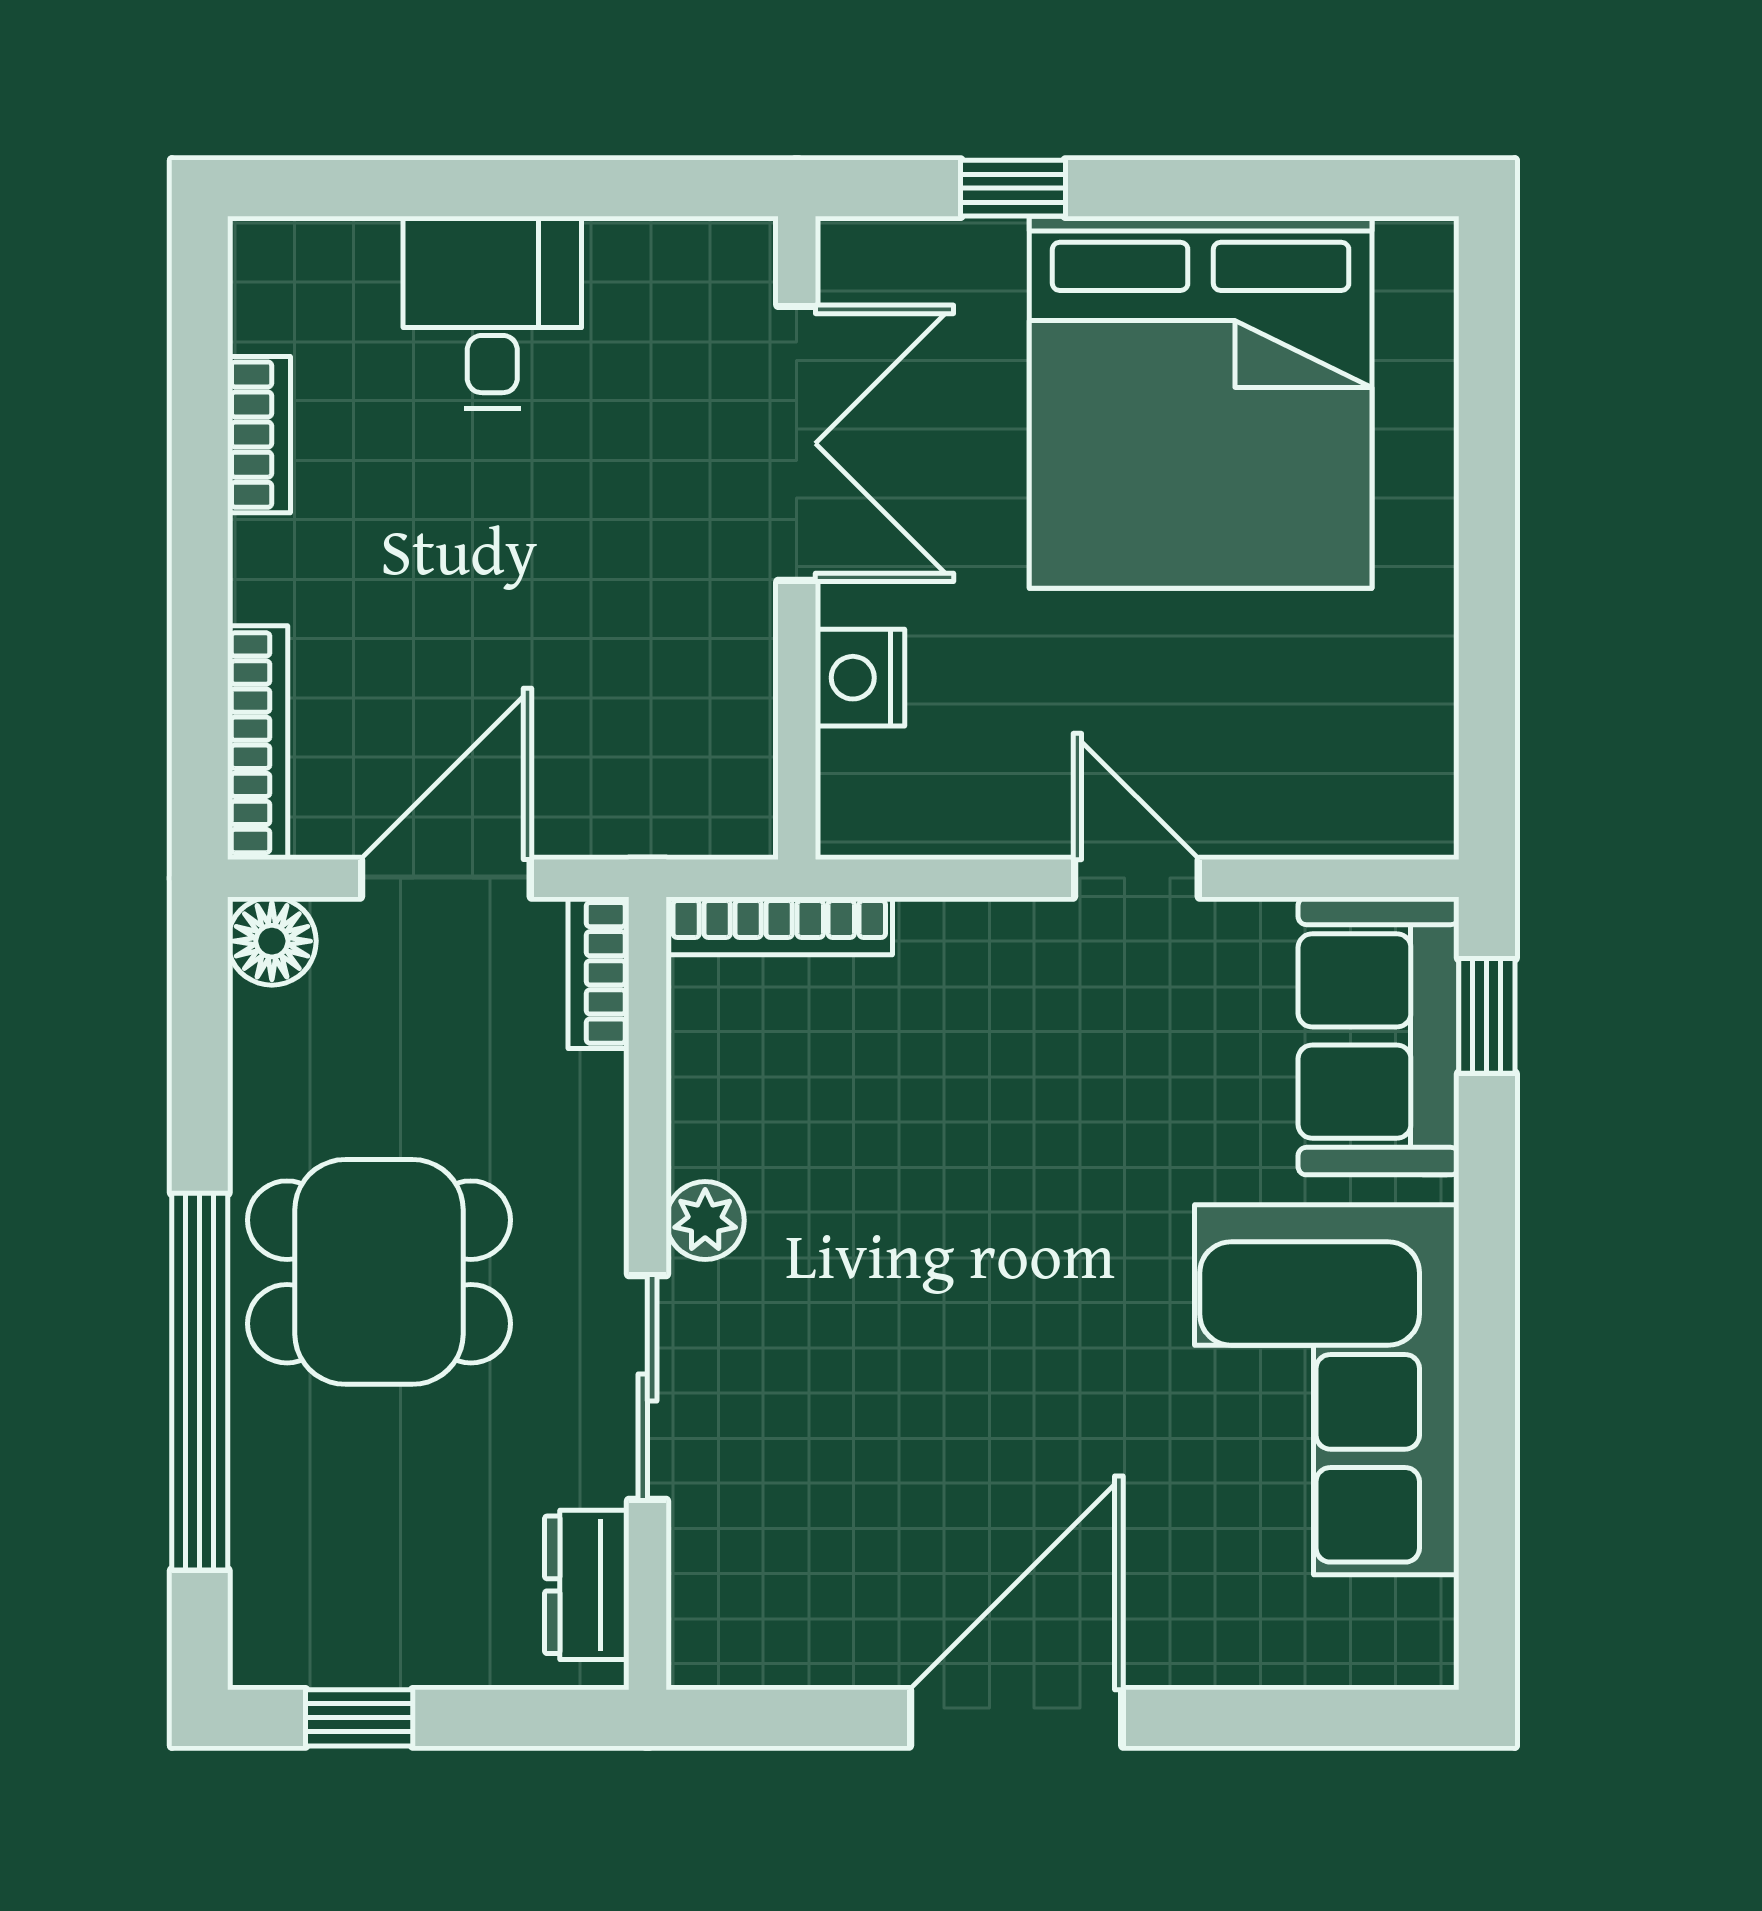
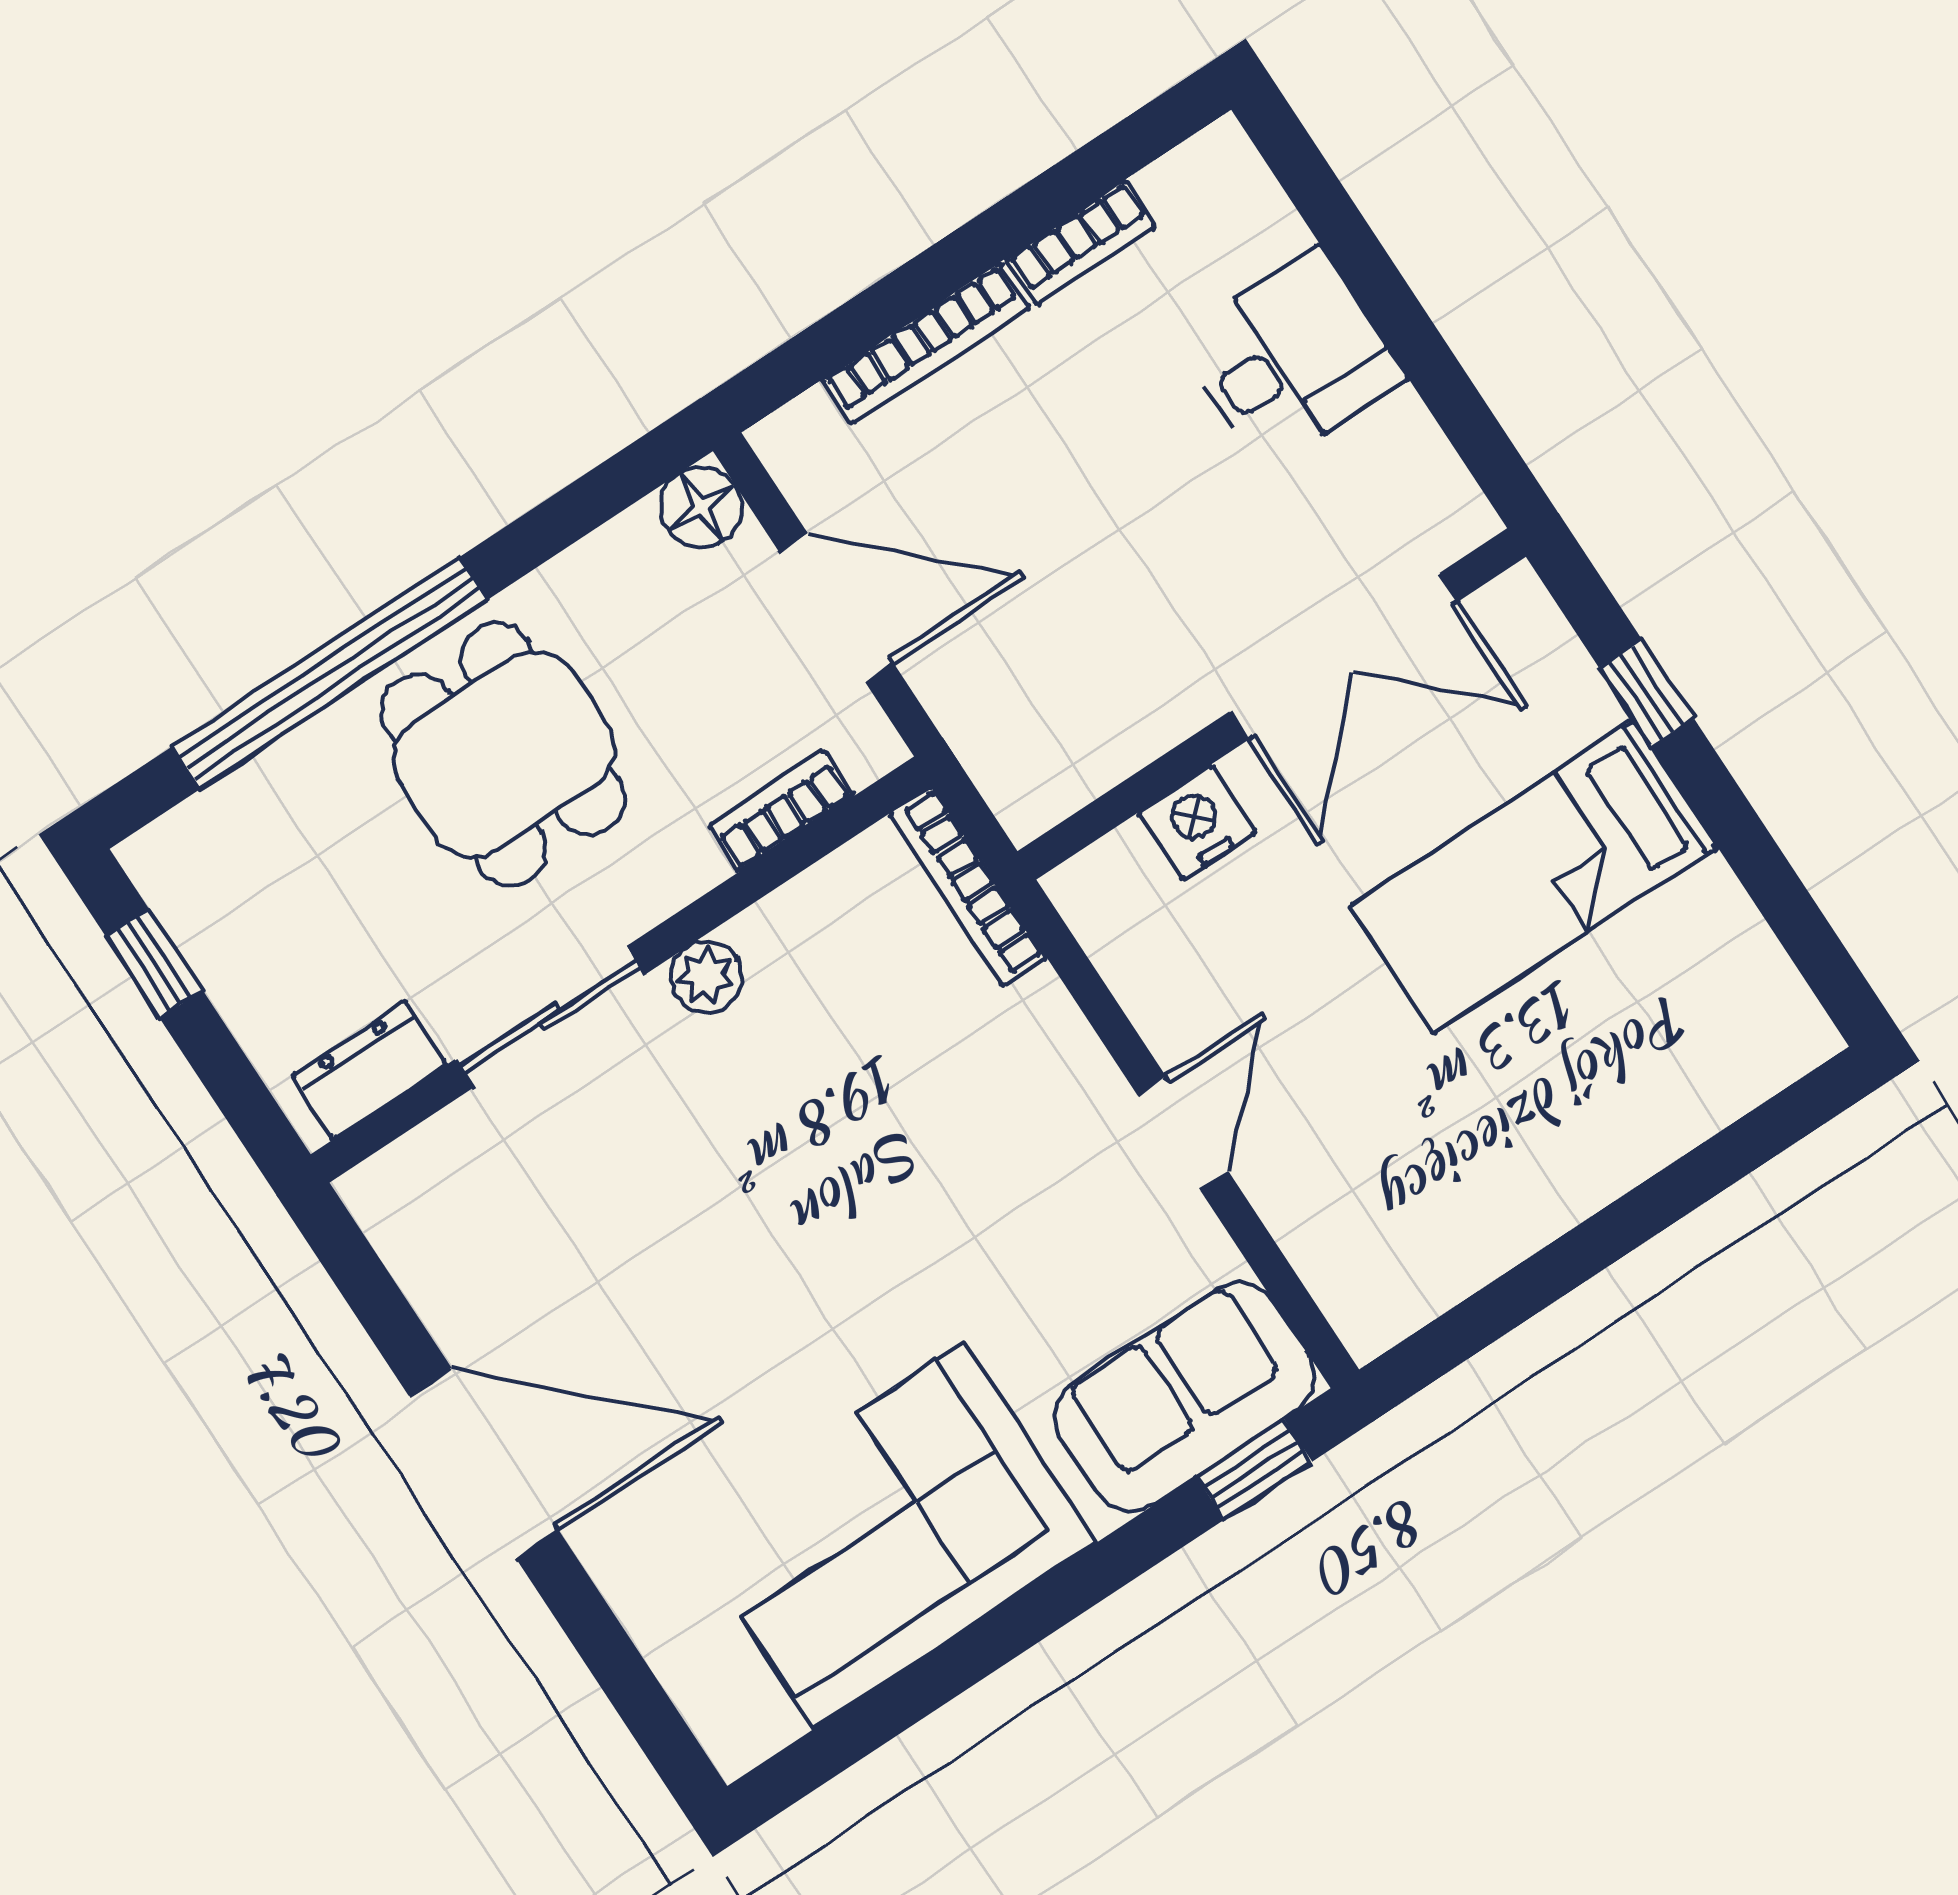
bed: (1201, 402) -> (1534, 877), width x0.49
bookcase: (258, 743) -> (926, 344), moved
bookcase: (598, 973) -> (781, 811), moved

